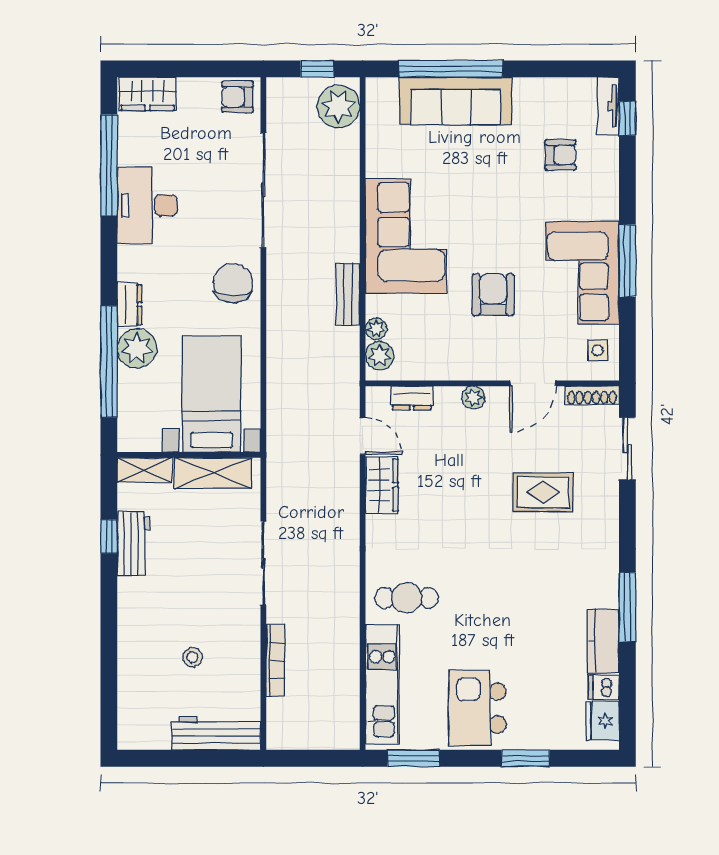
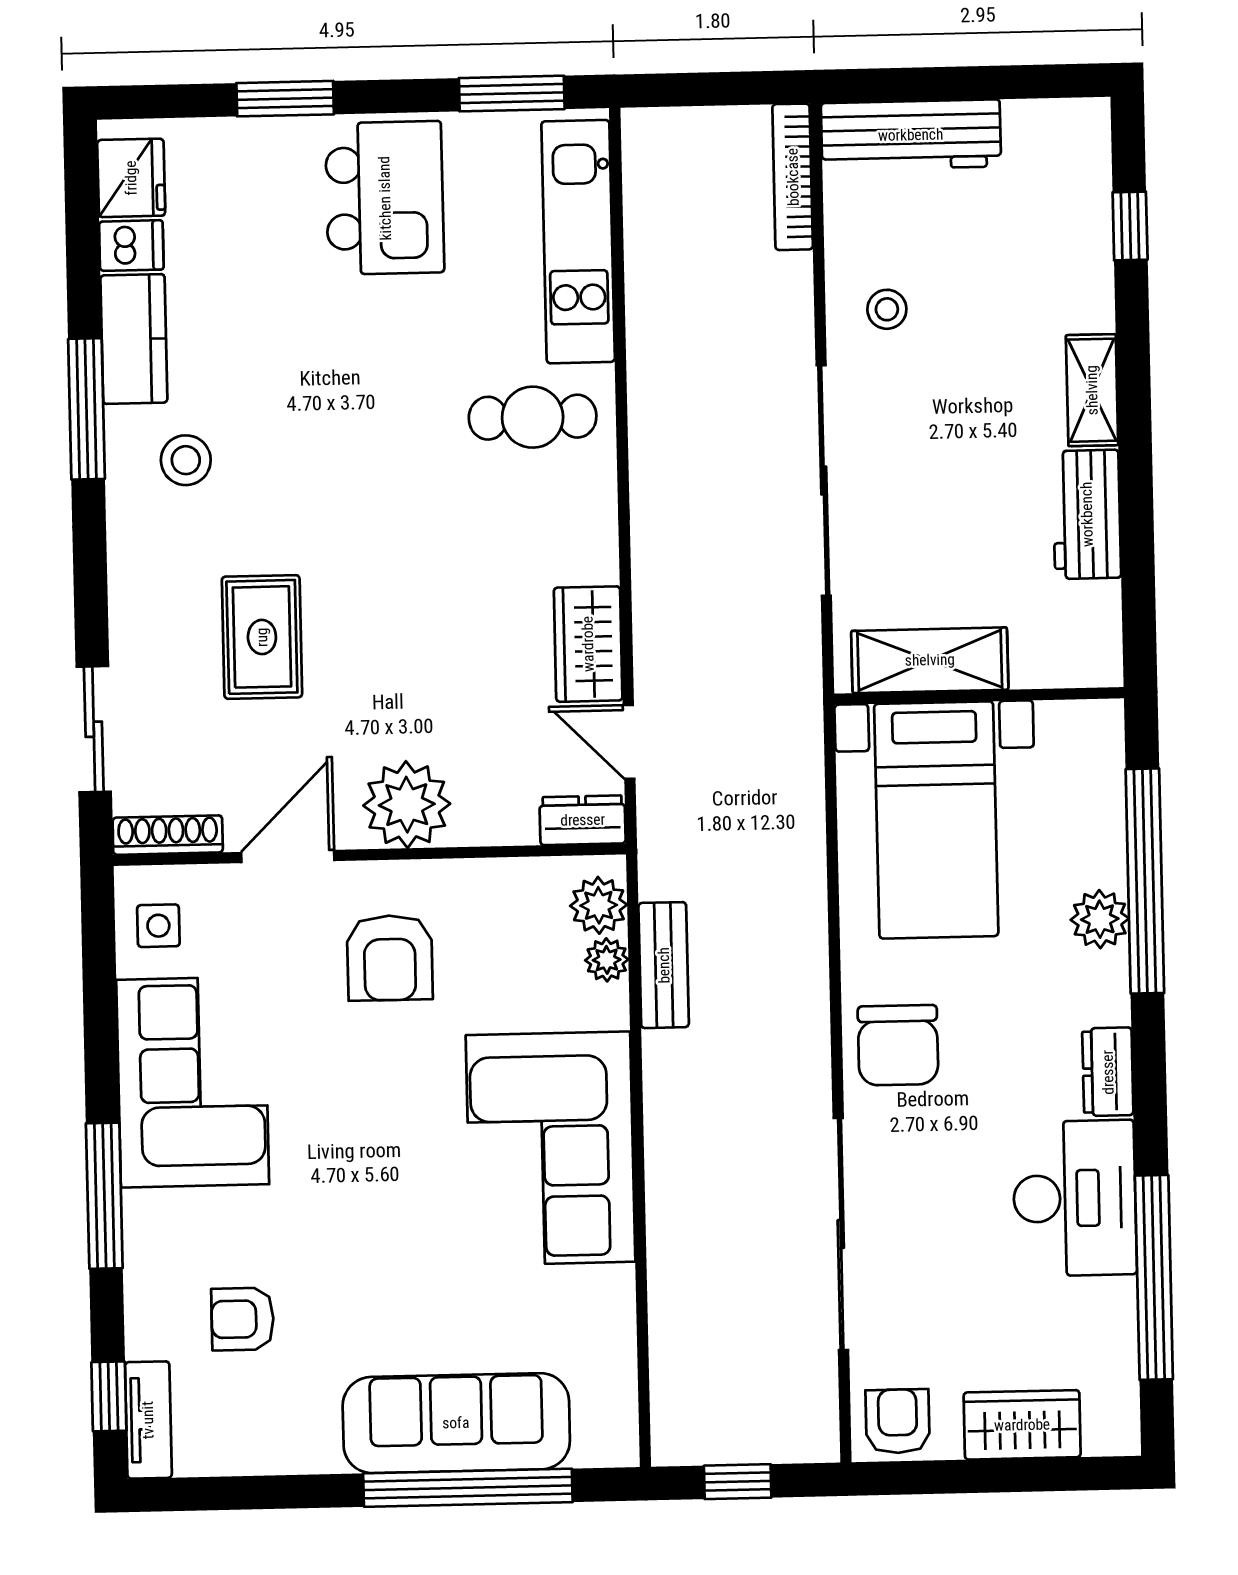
wardrobe: (148, 94) -> (1022, 1425), moved
armchair: (237, 97) -> (898, 1421), turned -90
plant: (339, 106) -> (693, 1407), removed
window: (627, 261) -> (104, 1196), moved
bench: (348, 294) -> (664, 965), moved
armchair: (493, 295) -> (390, 958), moved
dresser: (129, 305) -> (1108, 1072), moved
plant: (137, 348) -> (1100, 919), width x0.73, depth x0.73
dresser: (412, 398) -> (583, 820), moved
plant: (473, 398) -> (407, 805), width x1.87, depth x1.87
shelving: (145, 470) -> (1092, 390), moved, turned 90
rug: (543, 492) -> (262, 637), turned 90
window: (109, 537) -> (1130, 226), moved
sliding door: (263, 563) -> (824, 481), width x1.36
stool: (579, 581) -> (186, 460), added
stool: (192, 657) -> (887, 309), moved
bookcase: (275, 660) -> (793, 177), moved

